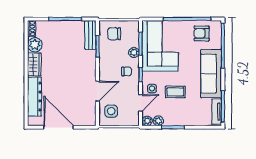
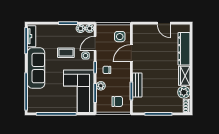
armchair: (202, 33) -> (44, 102), removed
bench: (90, 35) -> (137, 85), moved
door: (59, 127) -> (164, 23), width x0.53

